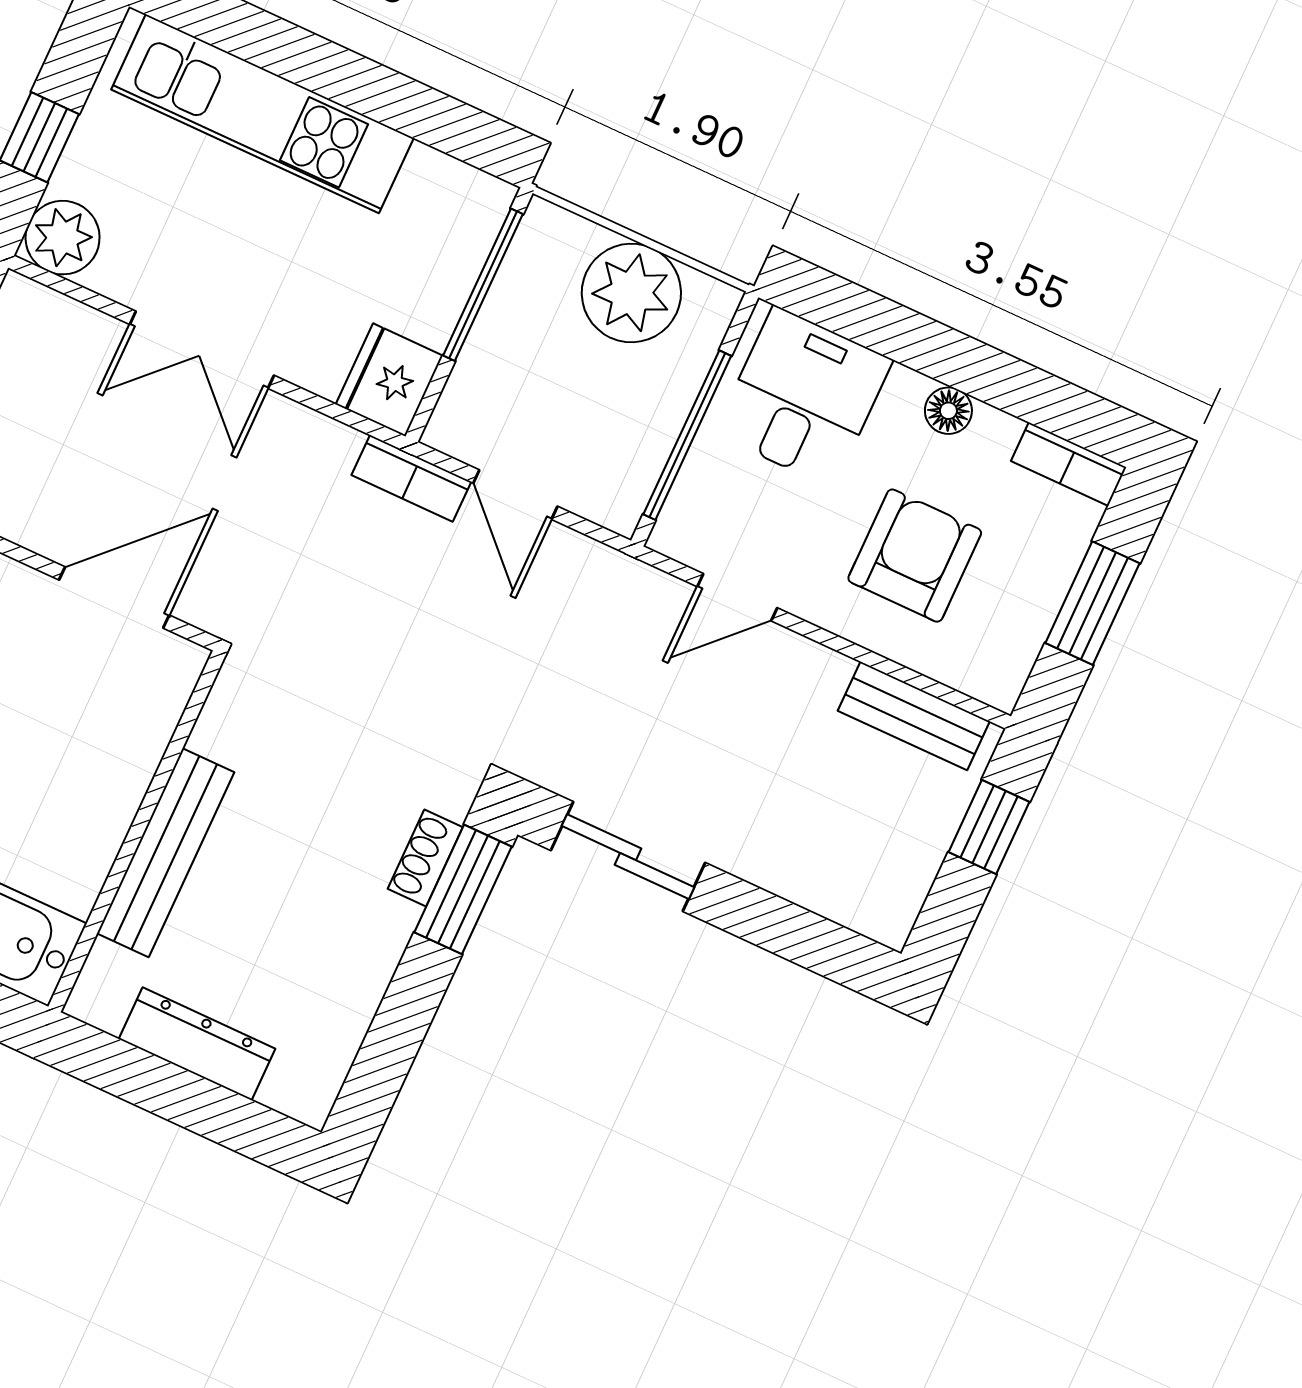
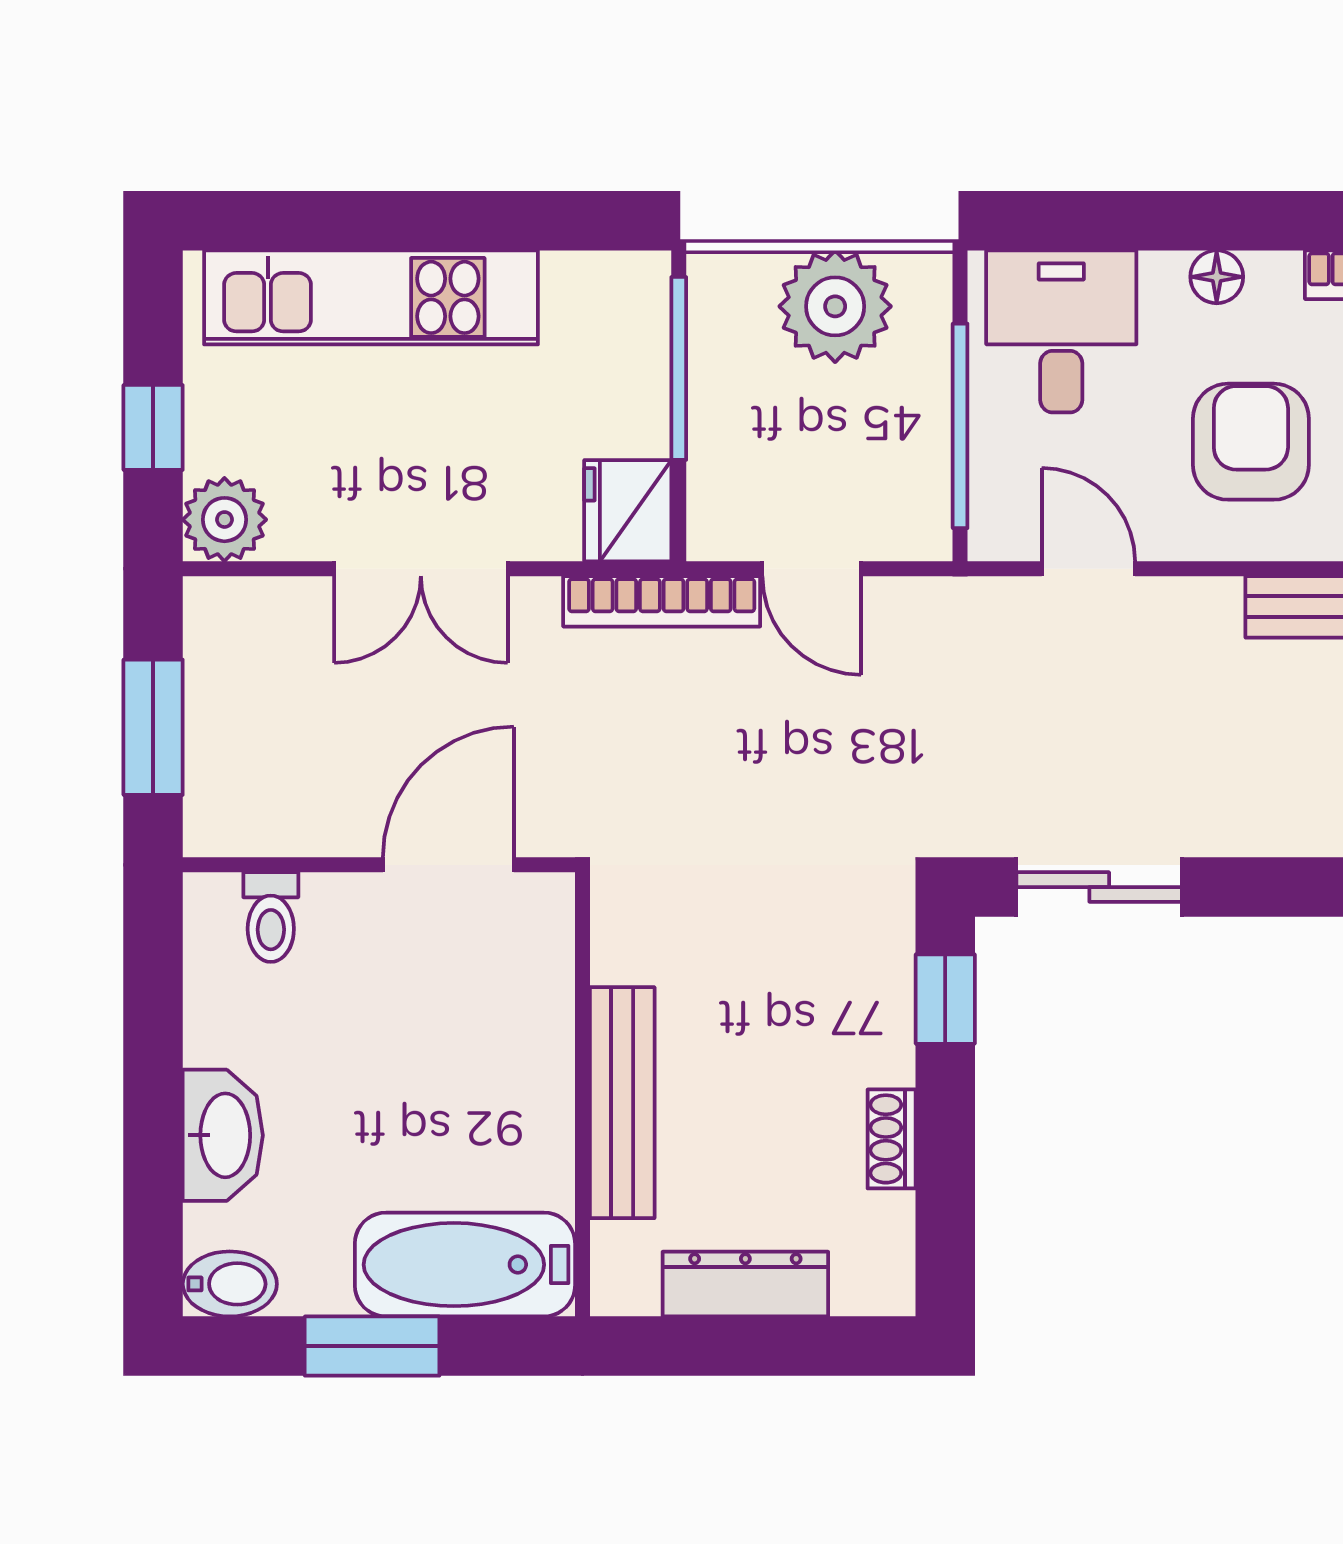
bookcase: (411, 478) -> (662, 601), width x1.56
door: (737, 597) -> (1088, 569), swing flipped
shoe rack: (425, 858) -> (892, 1139), moved
window: (463, 889) -> (945, 999), width x0.67

